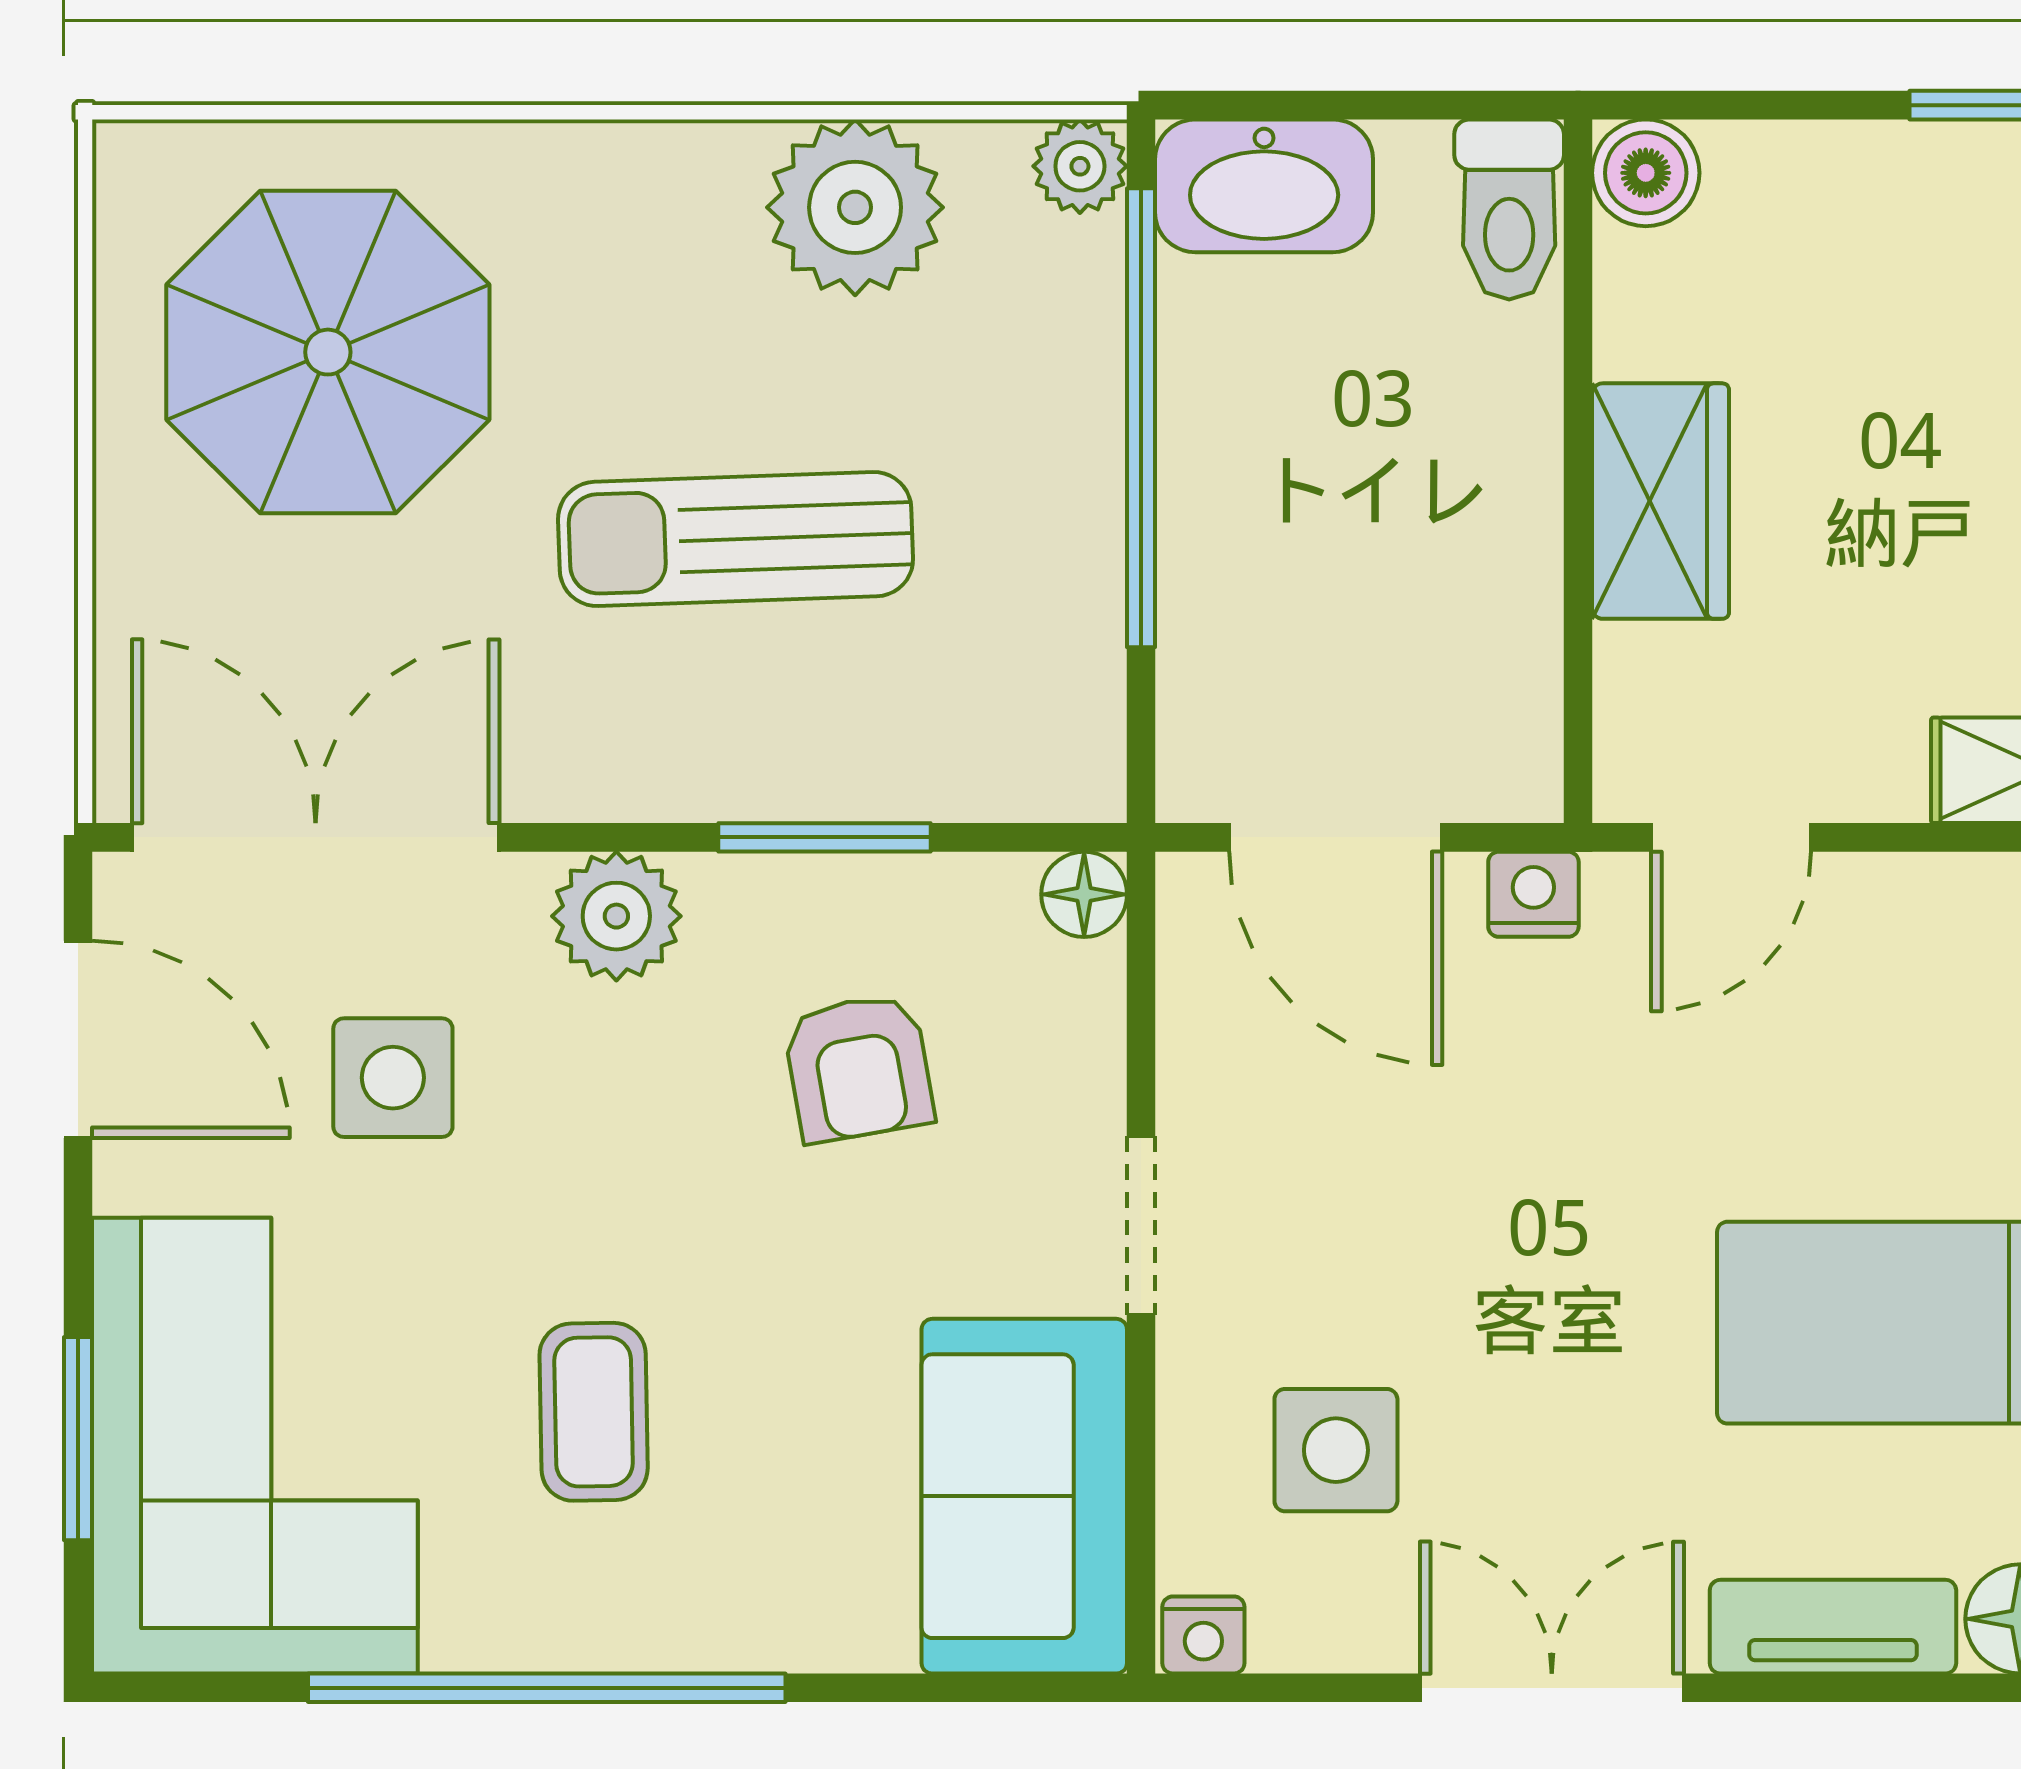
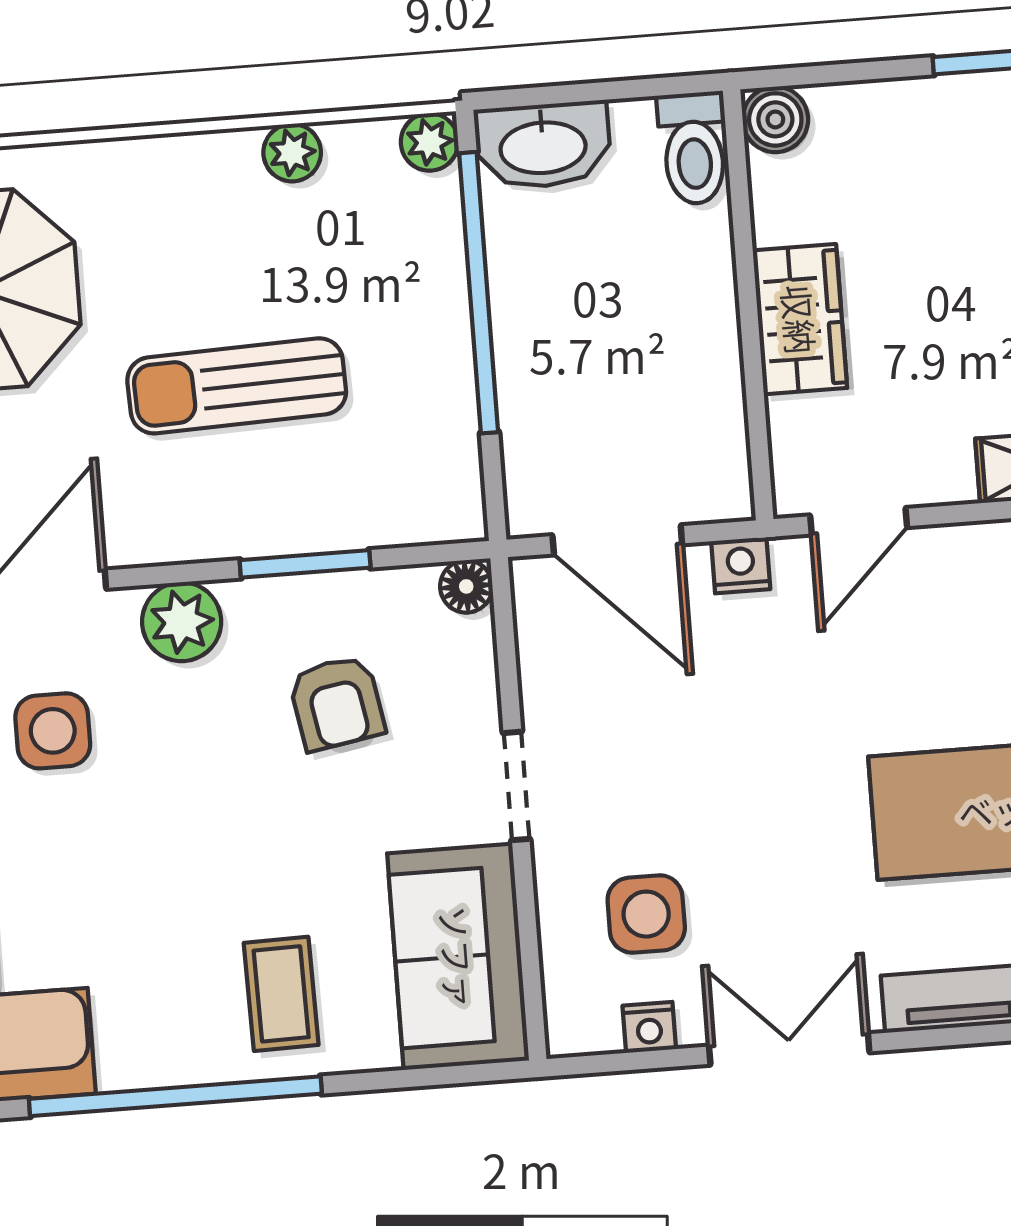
plant: (855, 207) -> (292, 153), width x0.53, depth x0.53
coffee table: (594, 1412) -> (281, 994), moved
nightstand: (1203, 1635) -> (649, 1027), moved

